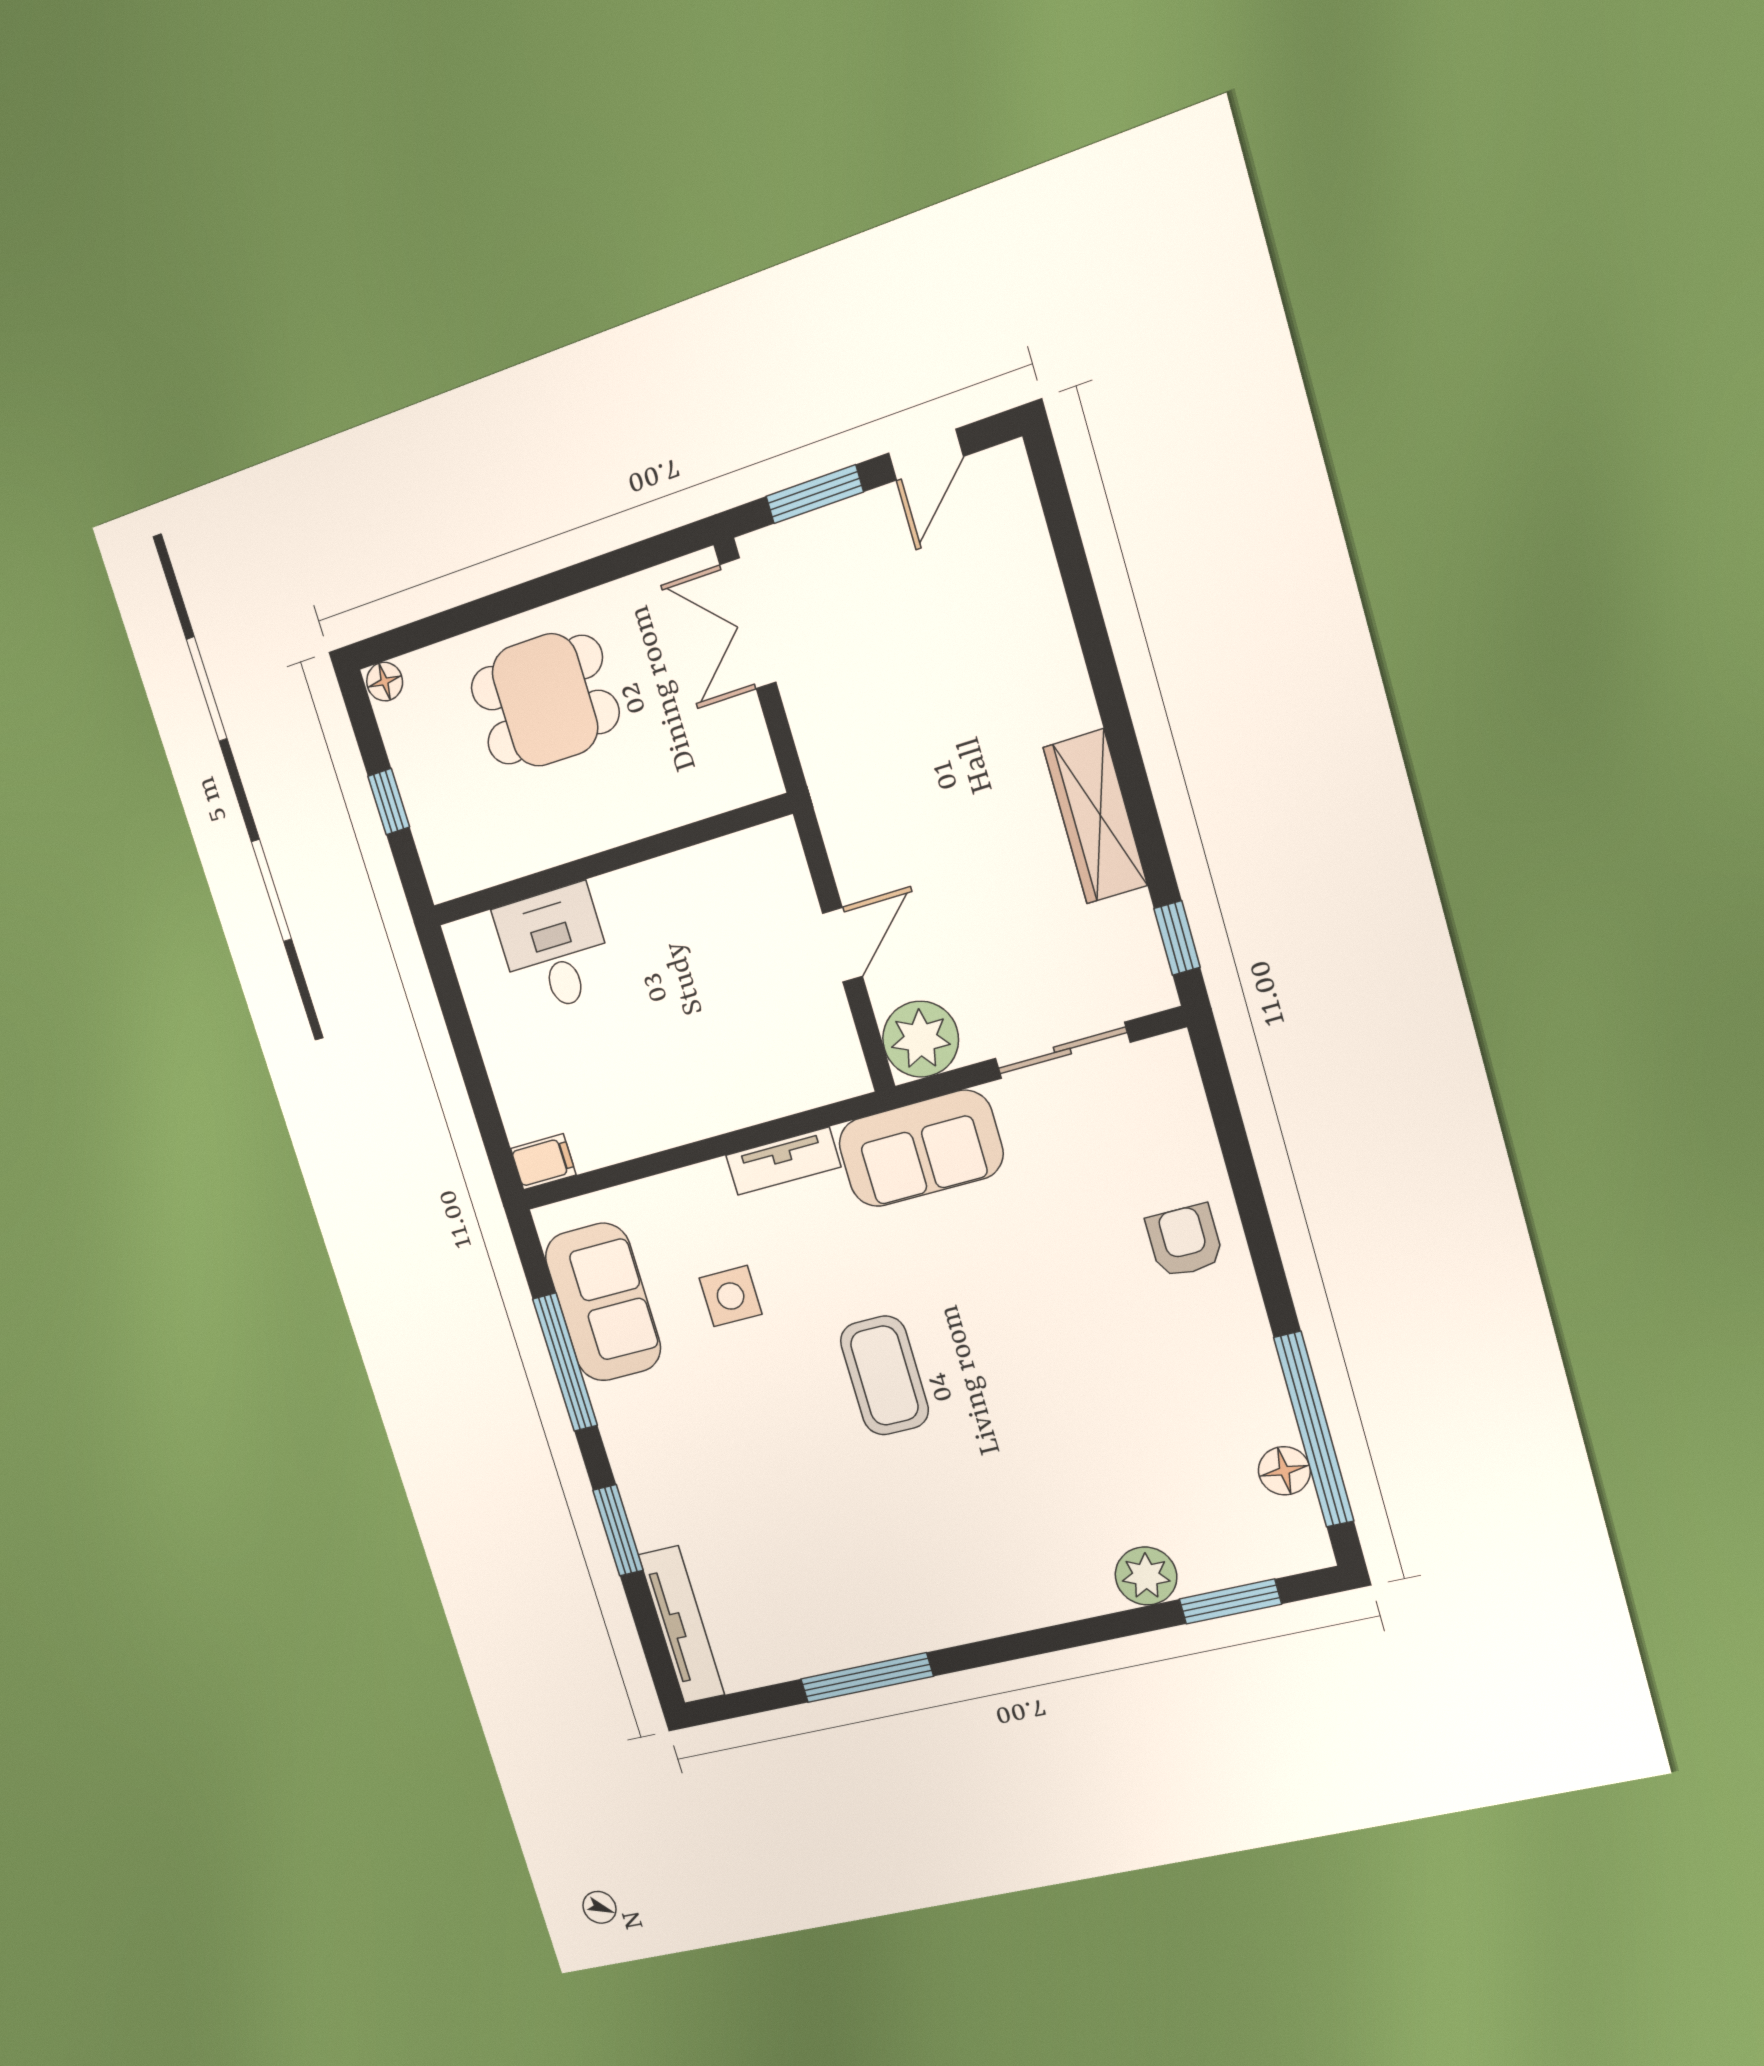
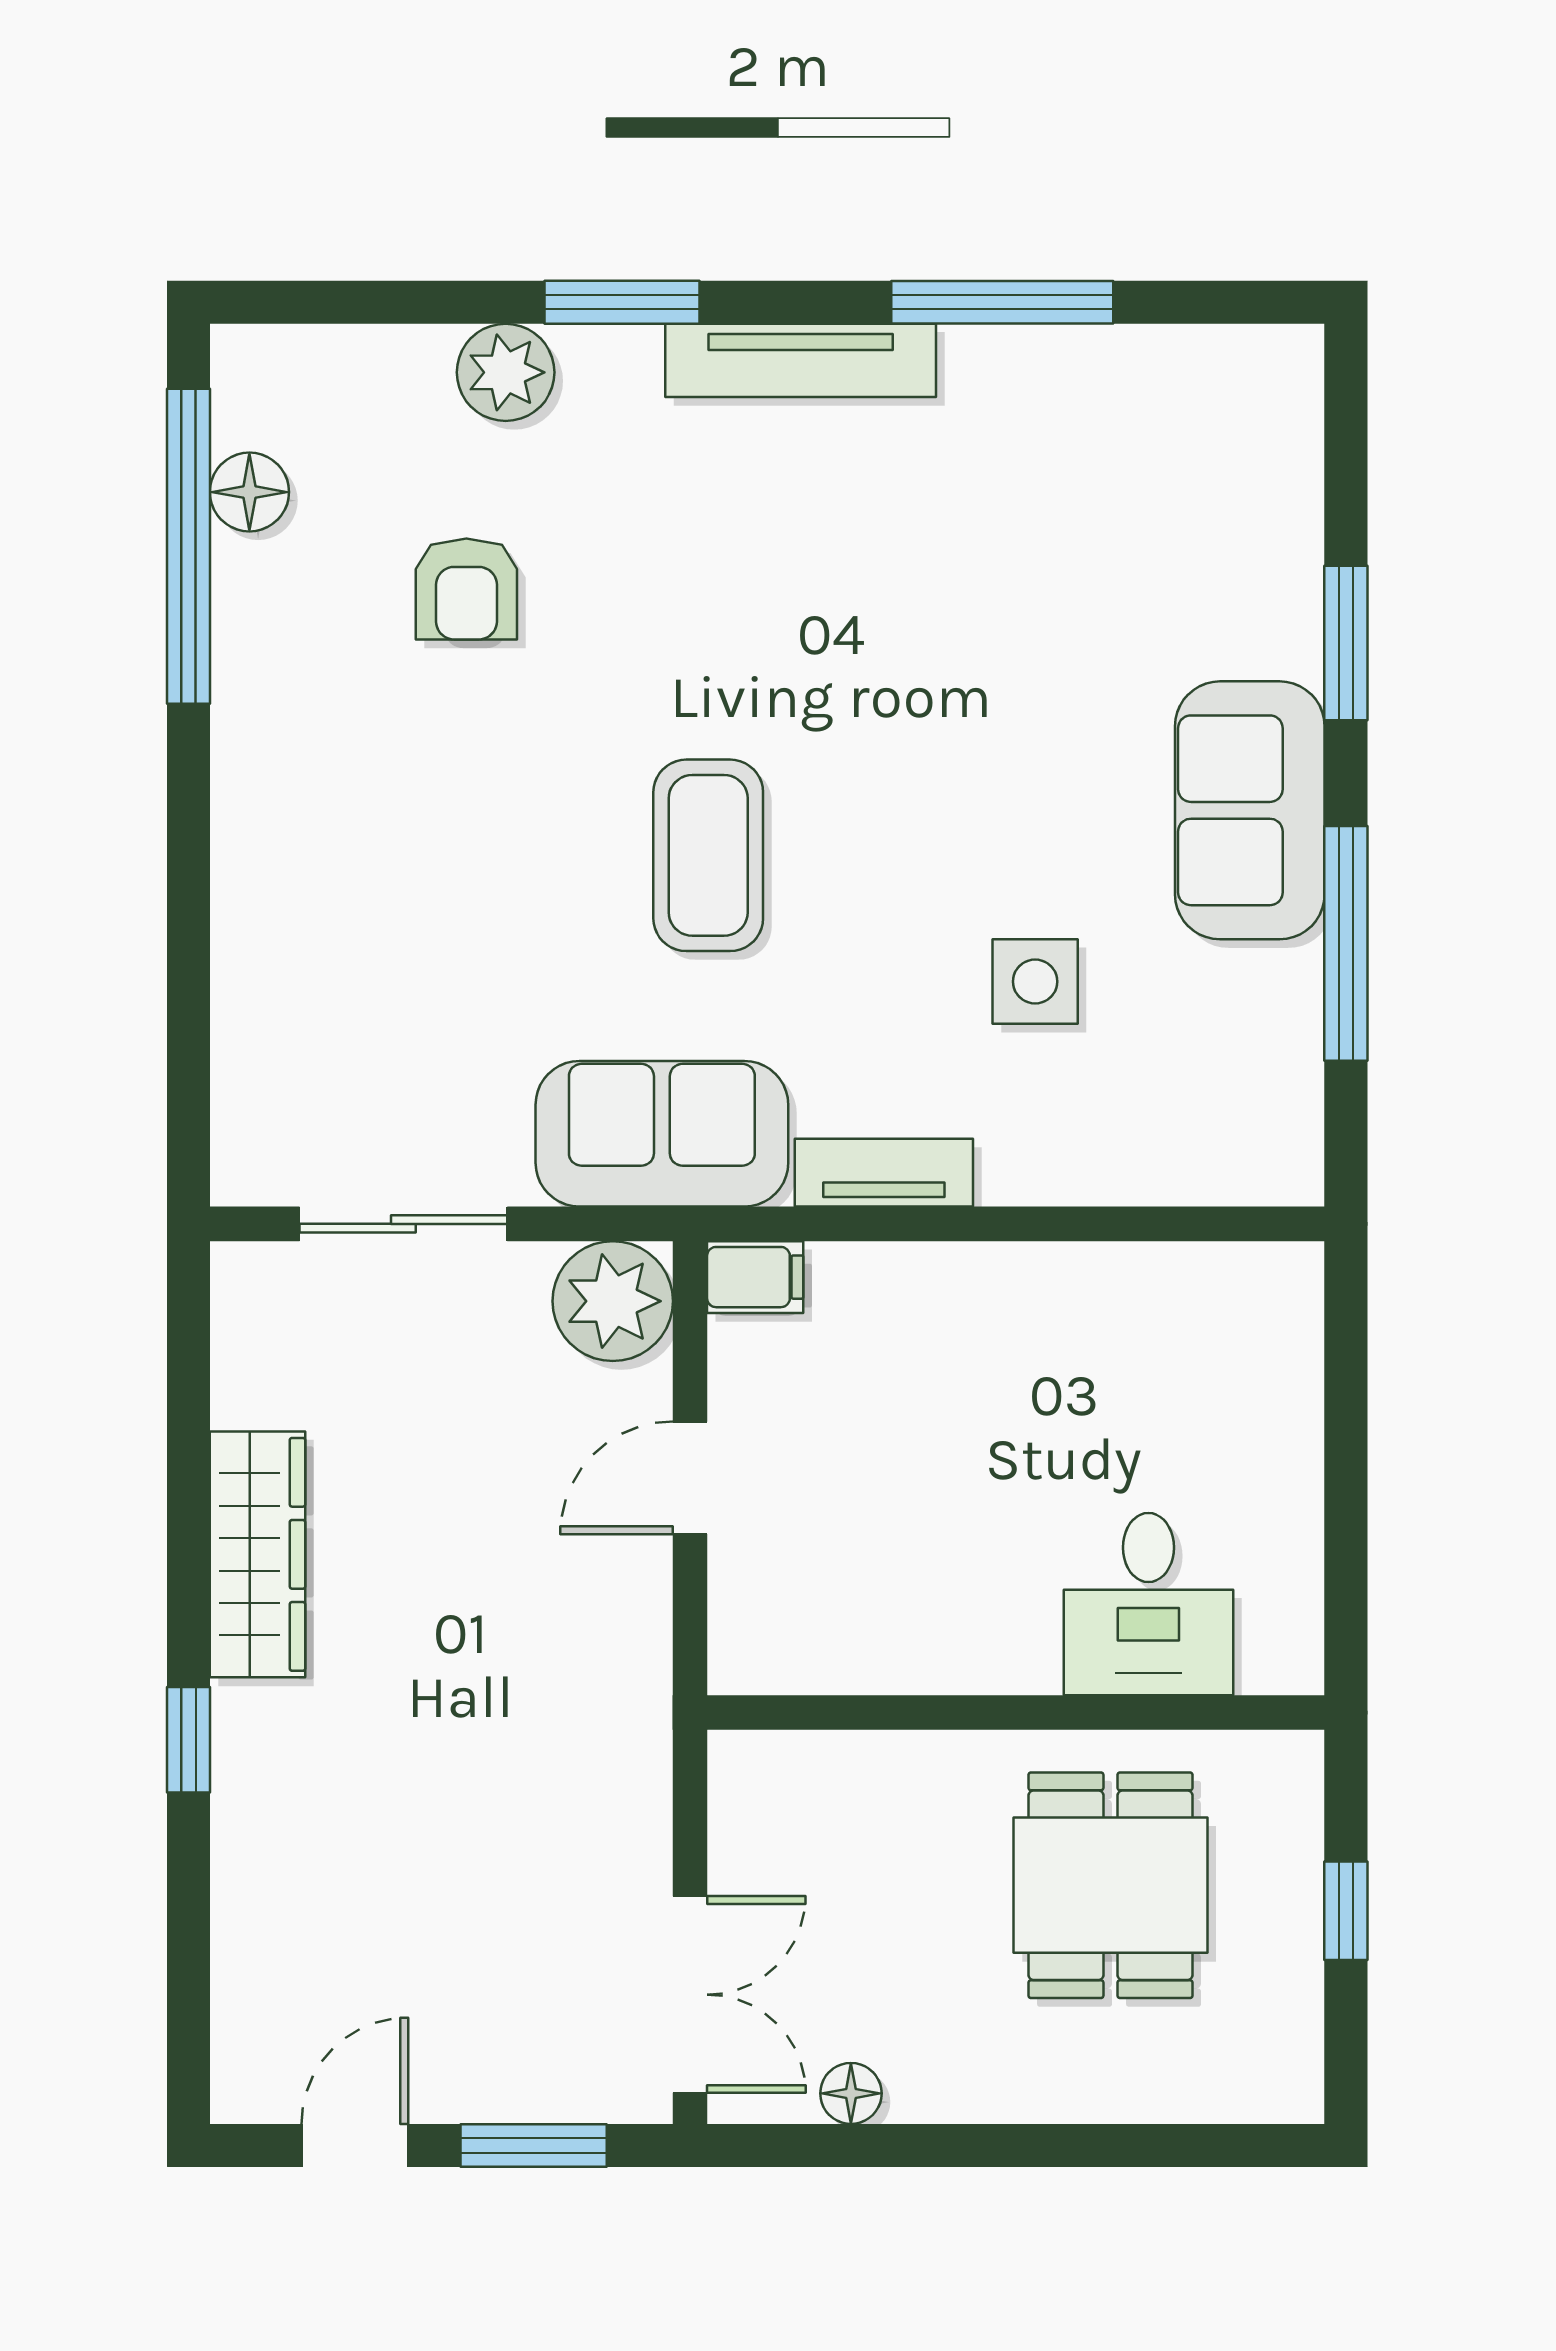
floor lamp: (385, 682) -> (851, 2093), moved
dining table: (545, 700) -> (1110, 1885), moved, turned 90
window: (1177, 938) -> (188, 1740), moved
filing cabinet: (543, 1162) -> (755, 1277), moved, turned 180
armchair: (1184, 1241) -> (466, 589), moved
sofa: (603, 1302) -> (1250, 810), moved
coffee table: (884, 1376) -> (708, 855), moved
window: (1230, 1601) -> (622, 302), moved
tv unit: (681, 1625) -> (801, 360), moved, turned -90

